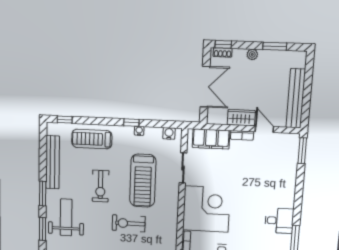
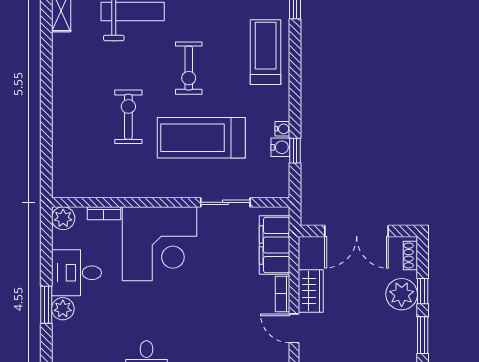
window: (223, 44) -> (423, 291), moved
plant: (252, 54) -> (402, 294), width x1.88, depth x1.88
window: (131, 123) -> (295, 151), moved
door: (264, 129) -> (294, 328), swing flipped
water cooler: (169, 133) -> (280, 147), moved
exercise bike: (100, 186) -> (189, 68), turned -90

